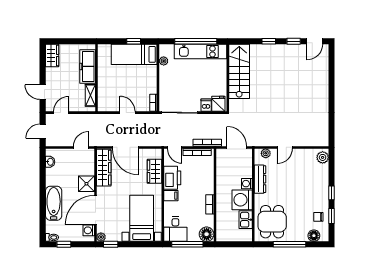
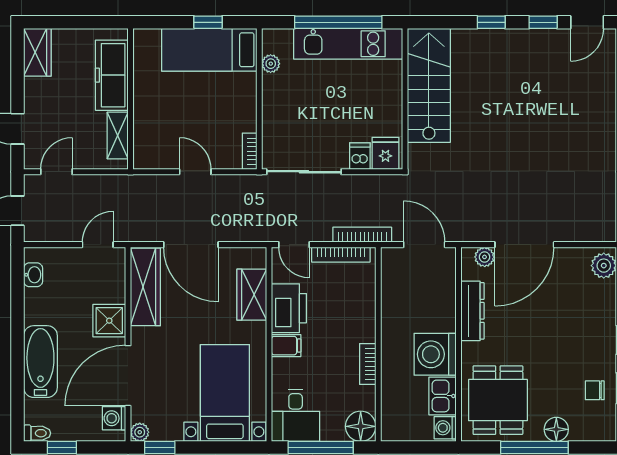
door: (285, 147) -> (524, 245), width x1.88
washing machine: (247, 184) -> (445, 428), moved
floor lamp: (314, 236) -> (556, 429), moved

